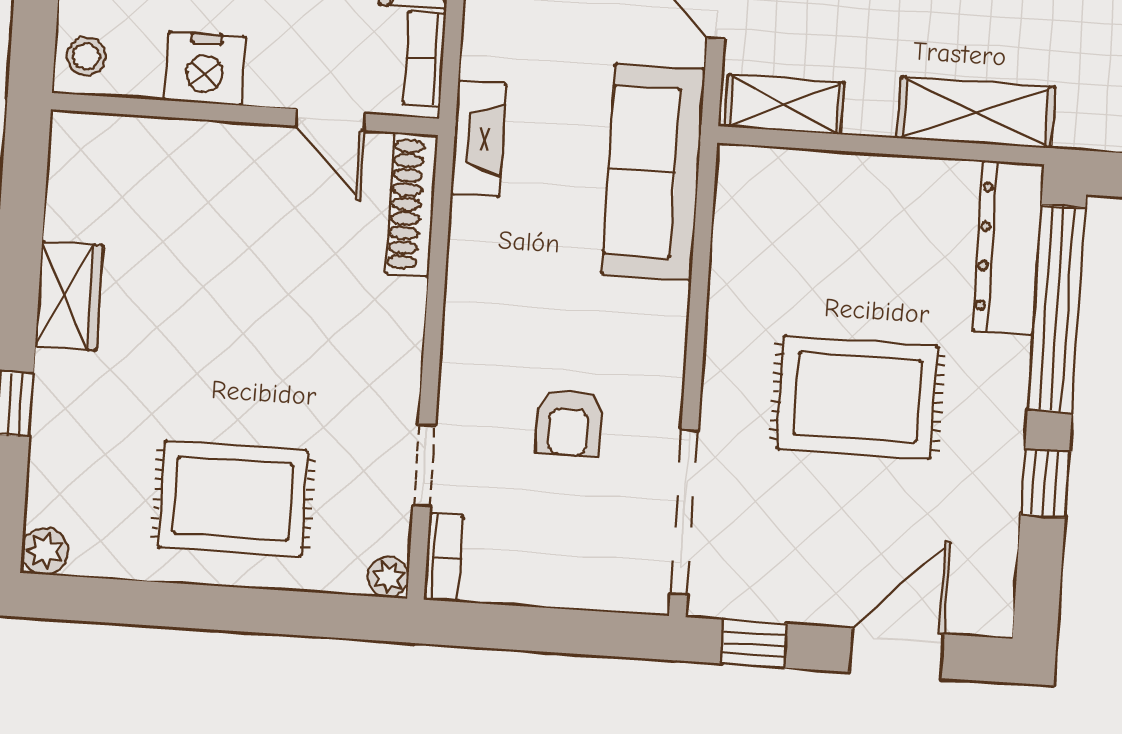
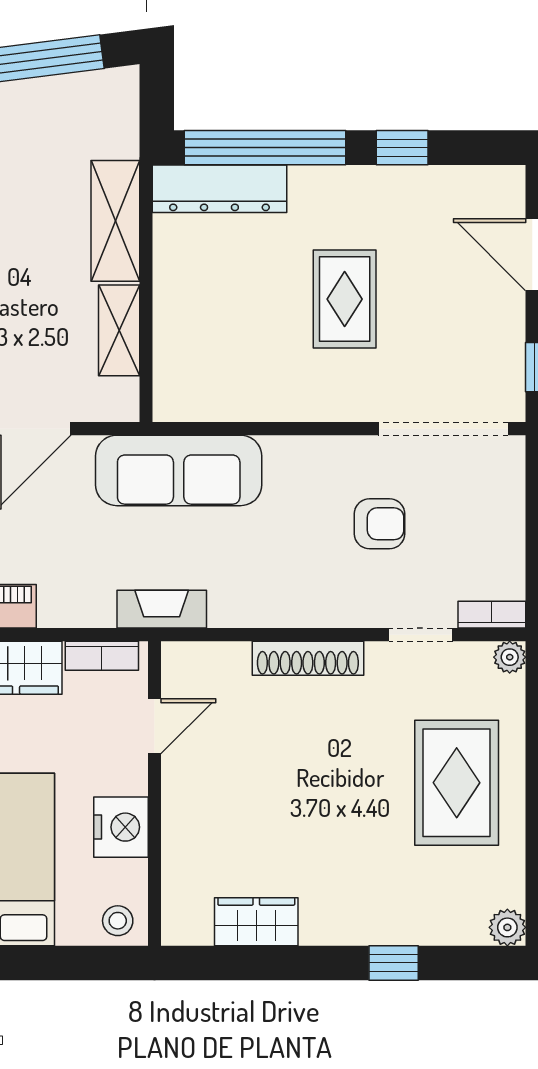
shelving: (784, 105) -> (119, 330), moved
shoe rack: (411, 204) -> (308, 658), moved
wardrobe: (69, 296) -> (256, 922), moved
rug: (857, 397) -> (345, 299), width x0.73, depth x0.70

